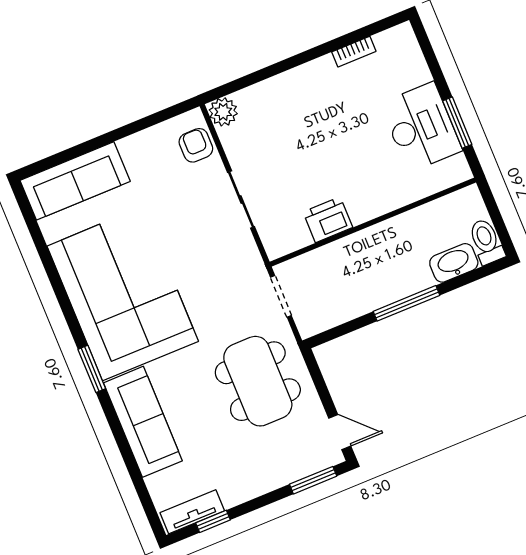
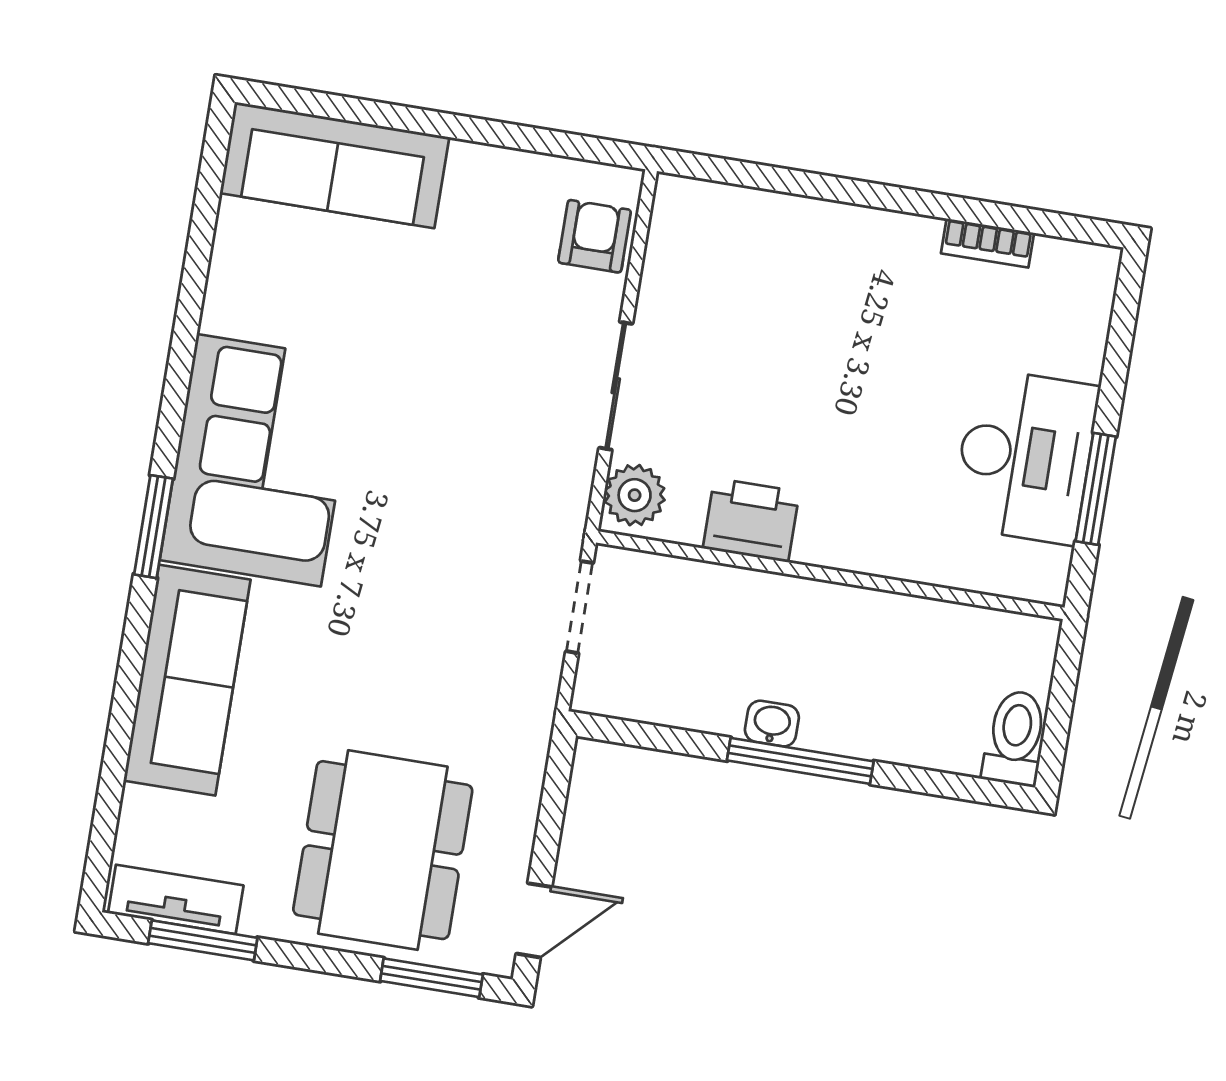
plant: (223, 112) -> (635, 495), moved
washbasin: (454, 263) -> (772, 724), moved, width x0.52, depth x0.69
corner sofa: (123, 294) -> (259, 460), width x0.73, depth x0.74
dining table: (258, 381) -> (383, 850), moved
door: (340, 432) -> (534, 920), hinge flipped
window: (213, 521) -> (203, 940), width x1.50

